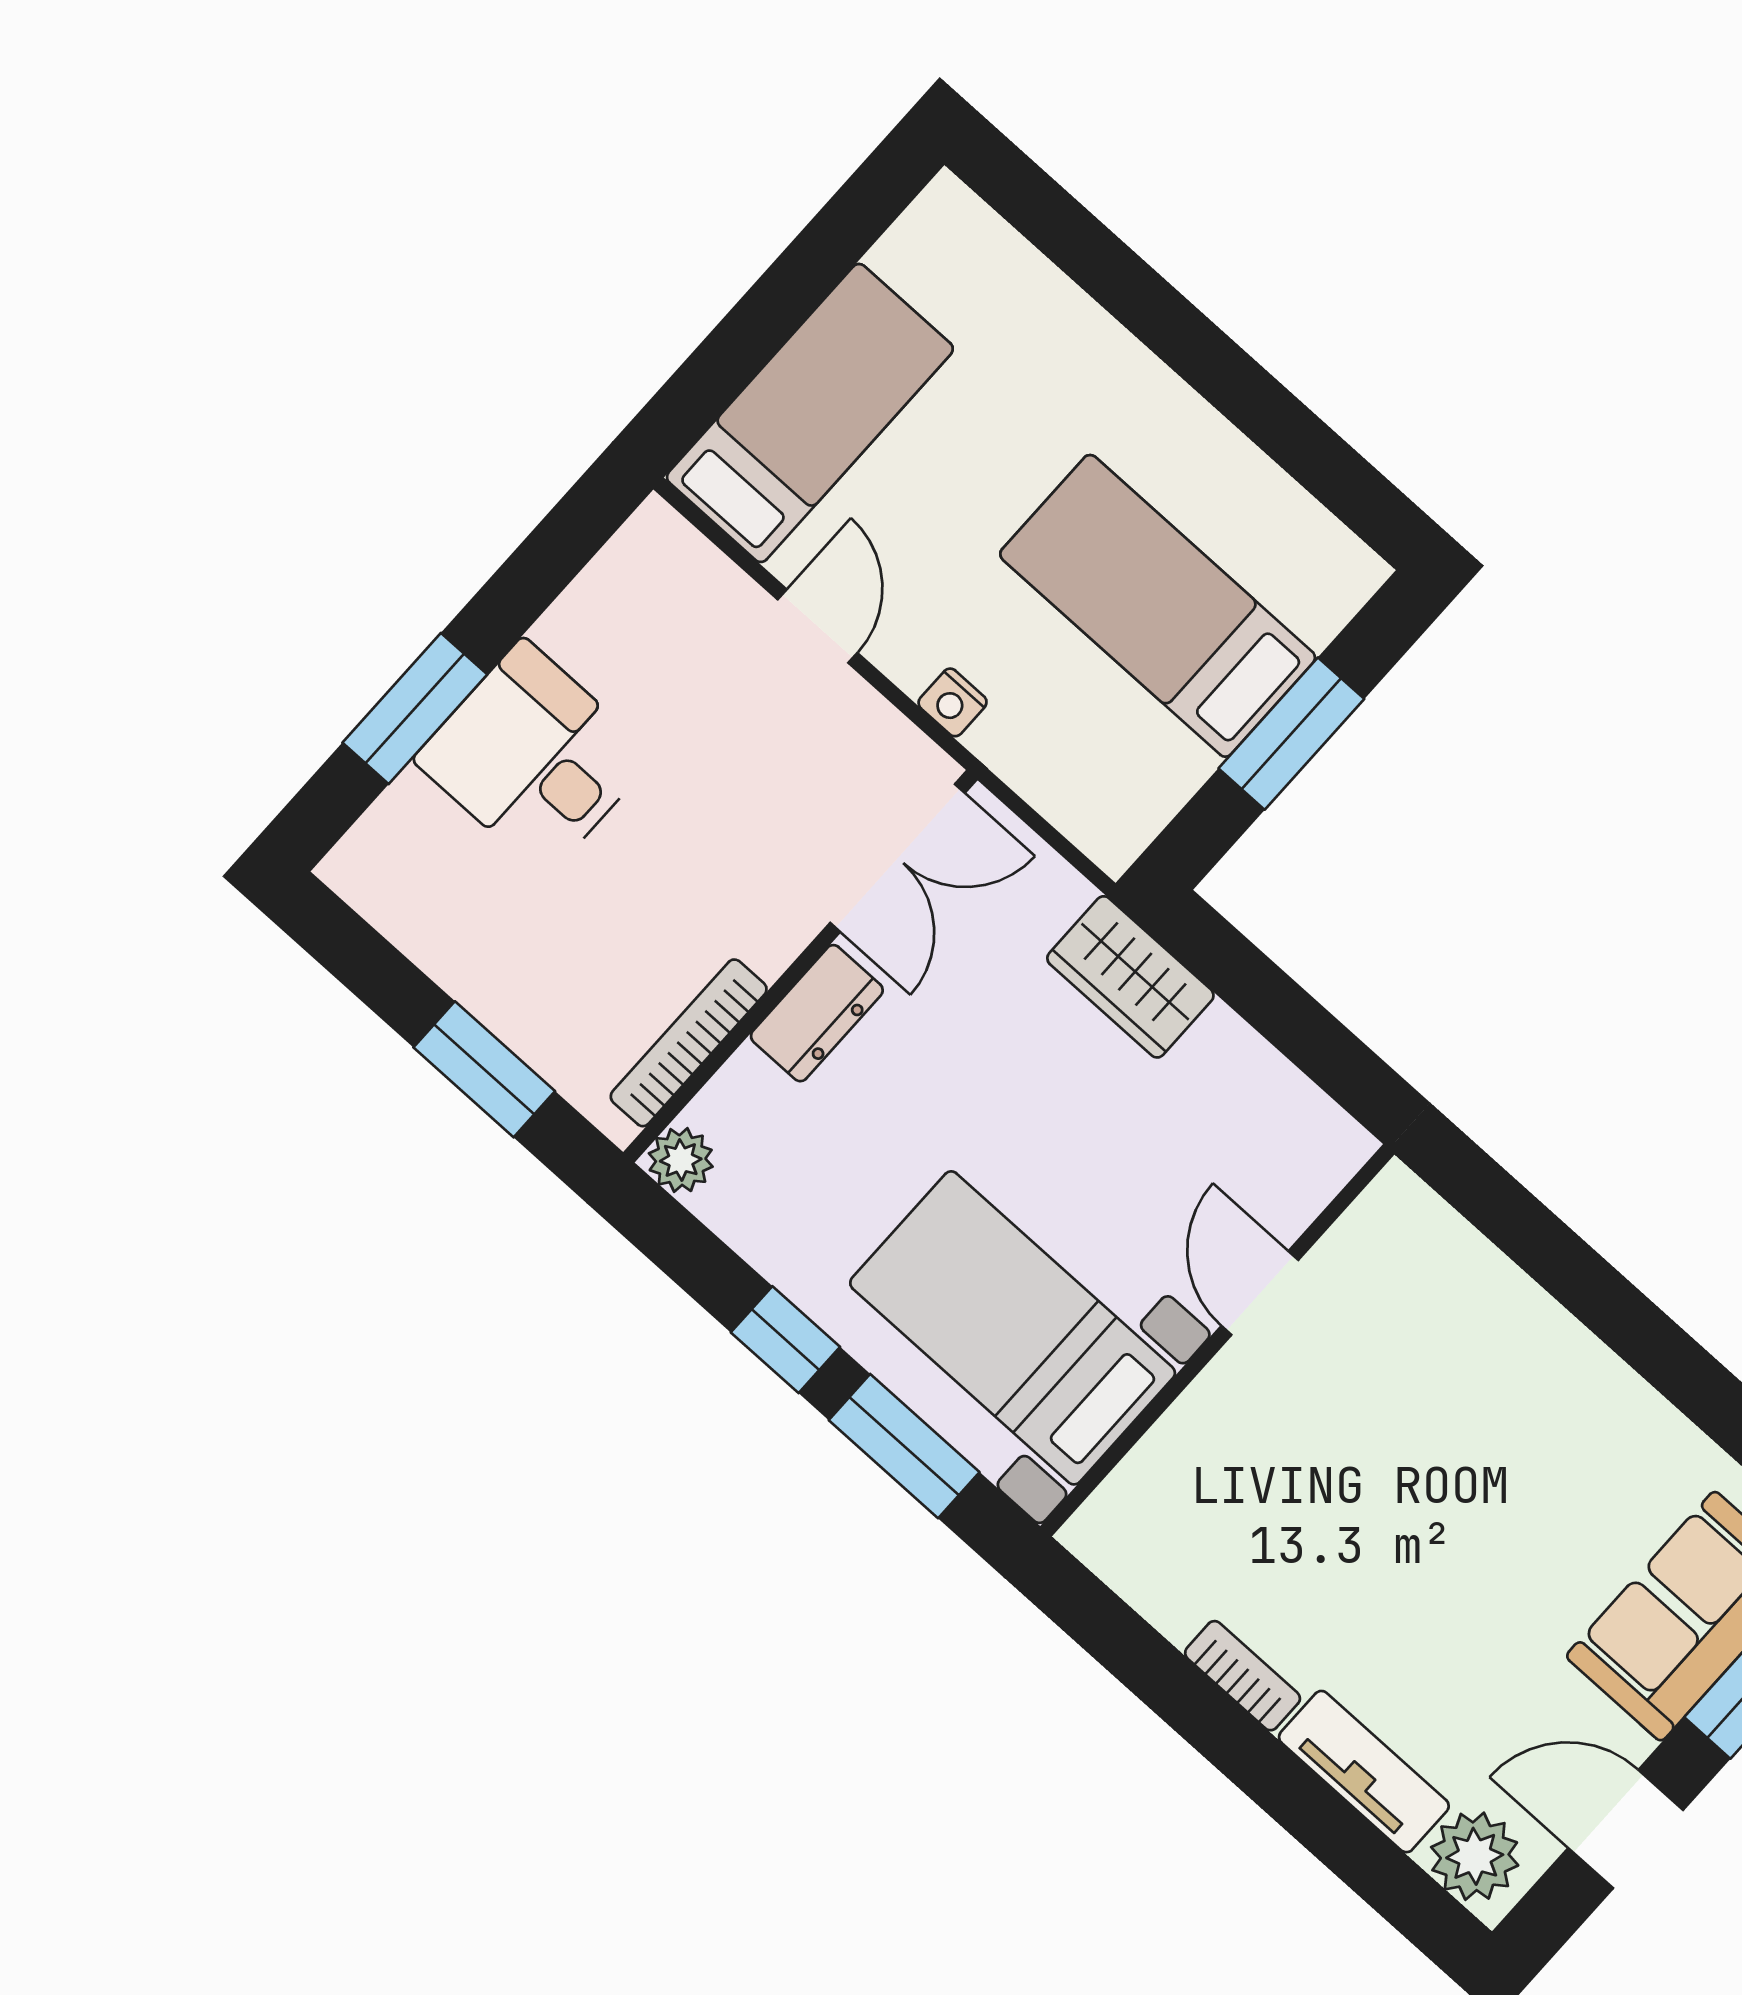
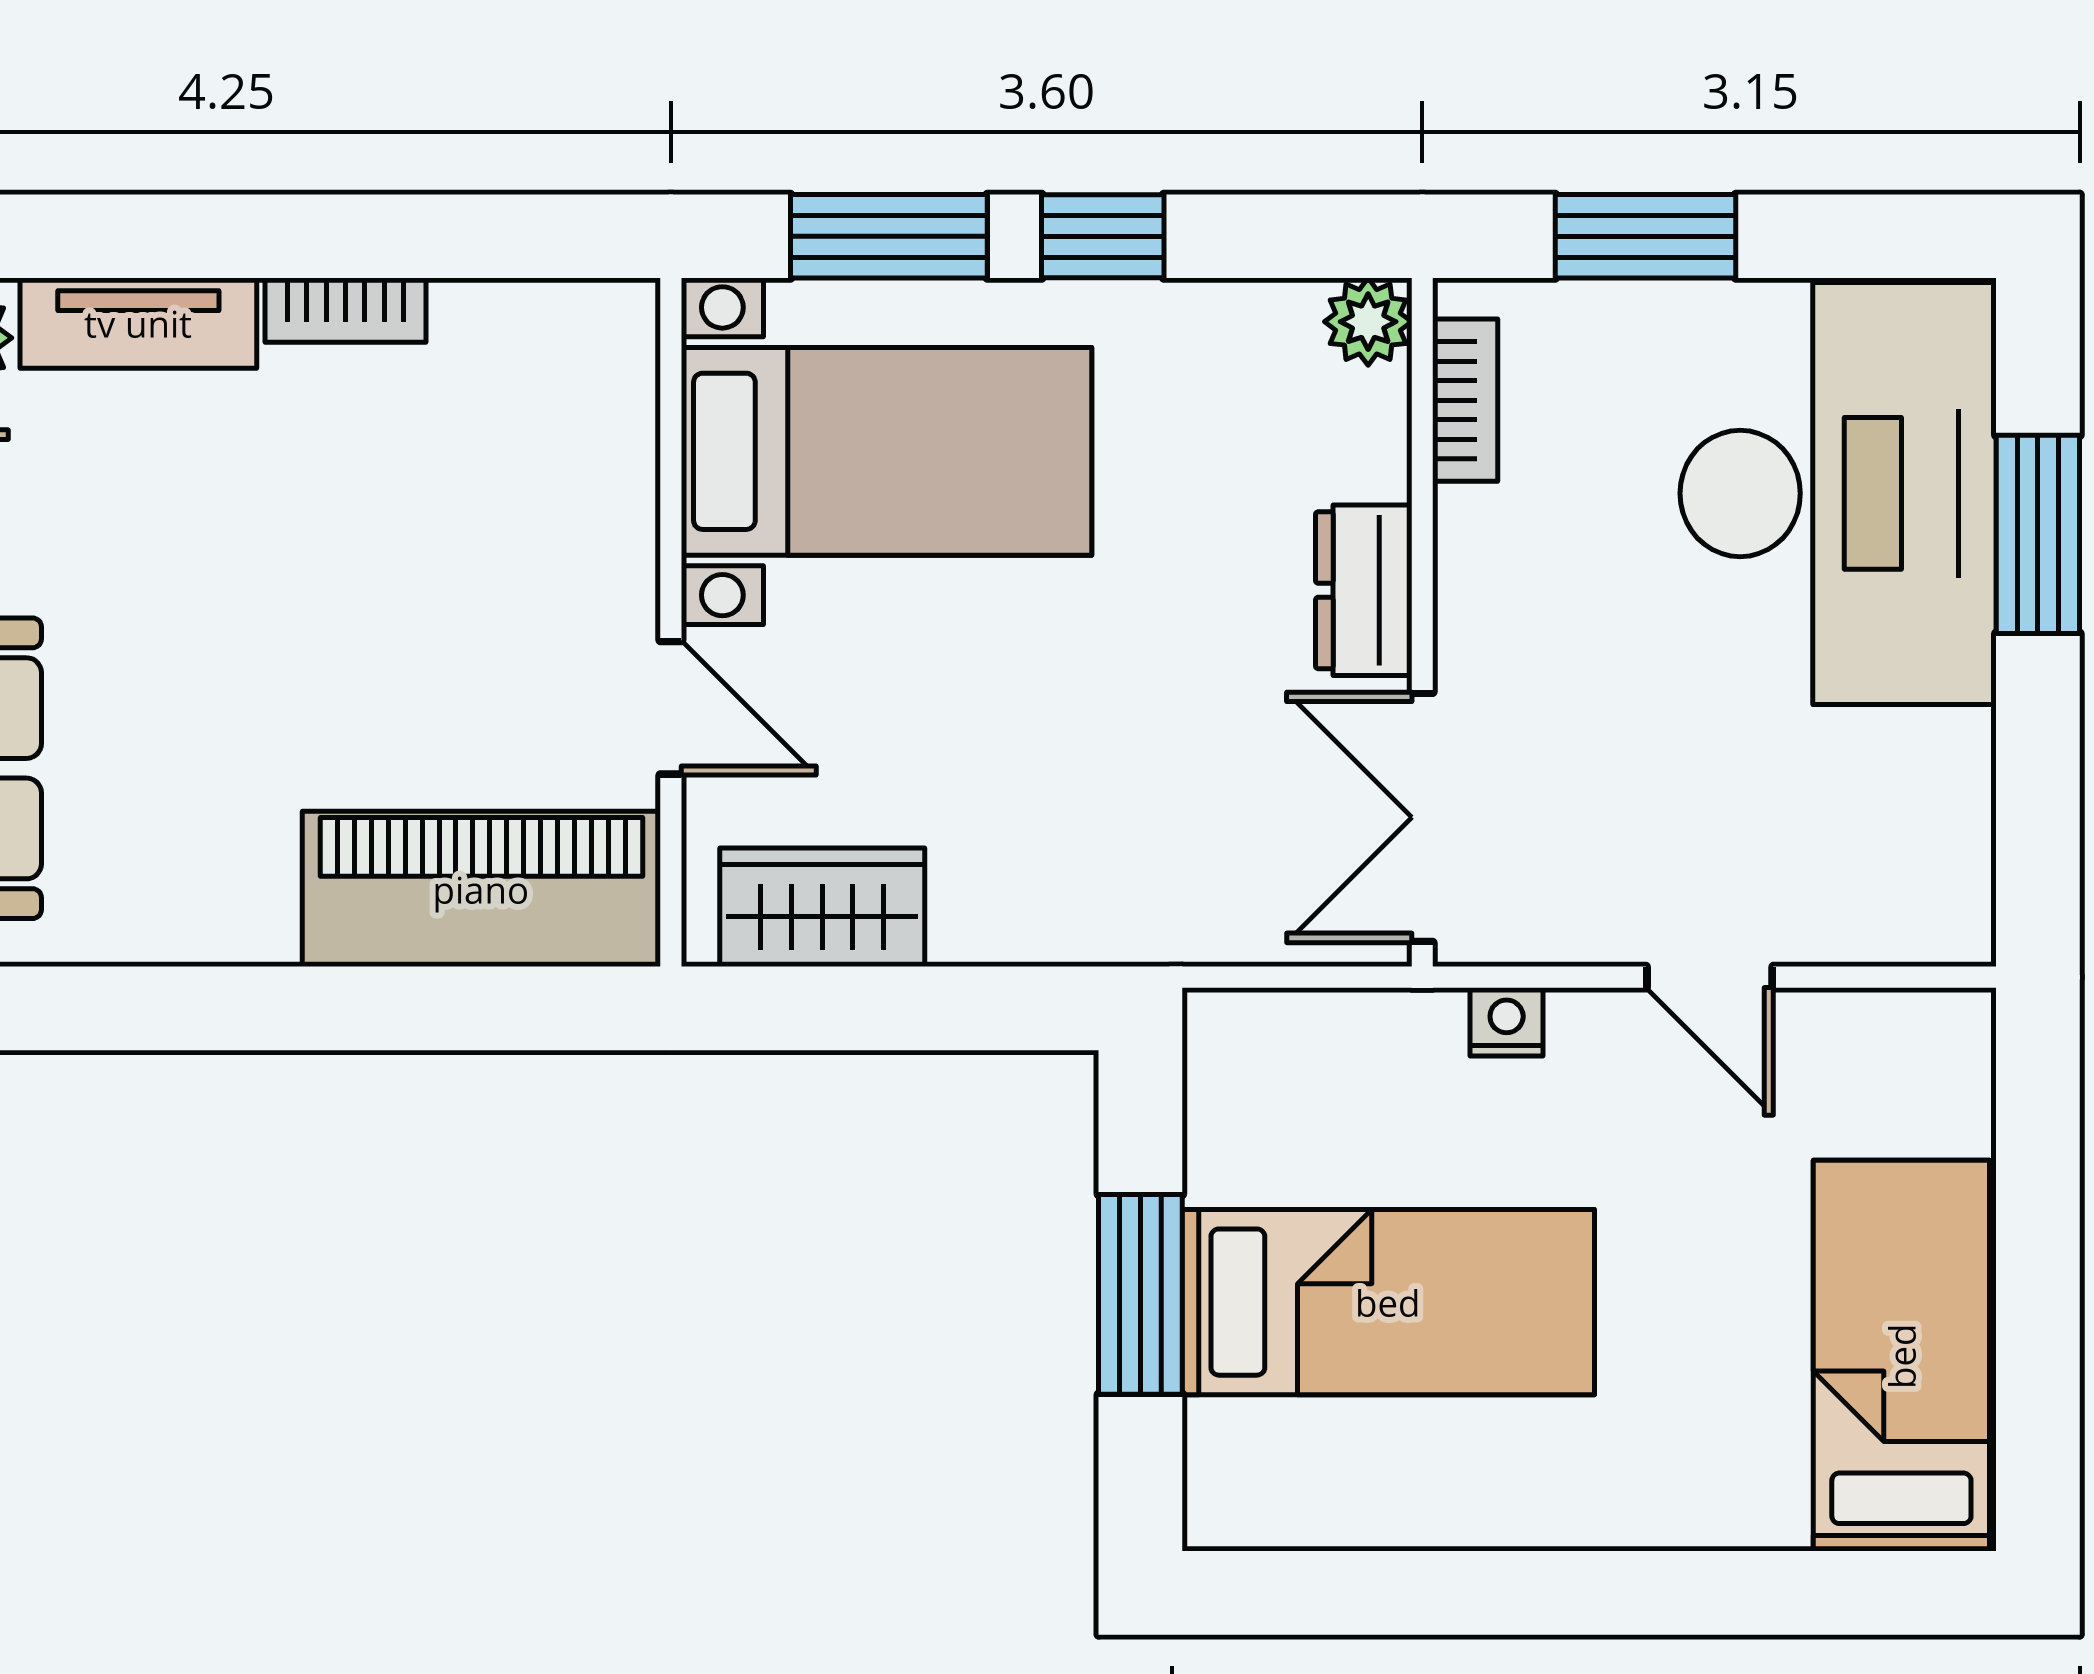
bed: (810, 413) -> (1901, 1356), moved, turned 180
desk: (534, 758) -> (1838, 493), width x1.87, depth x1.30
wardrobe: (1130, 977) -> (822, 907), moved
bookcase: (689, 1043) -> (1465, 400), width x0.64
piano: (1455, 1287) -> (481, 889), added

